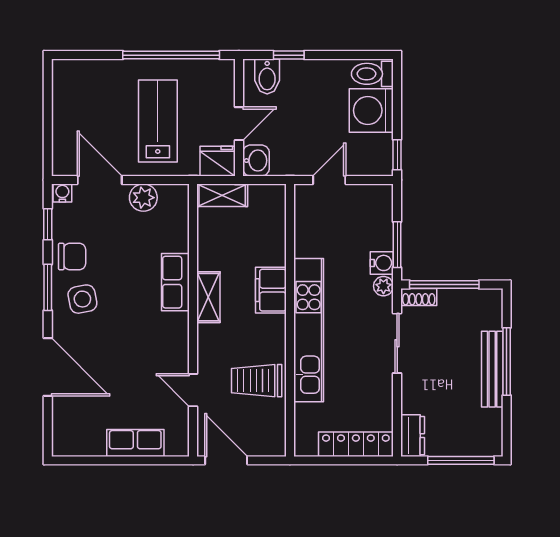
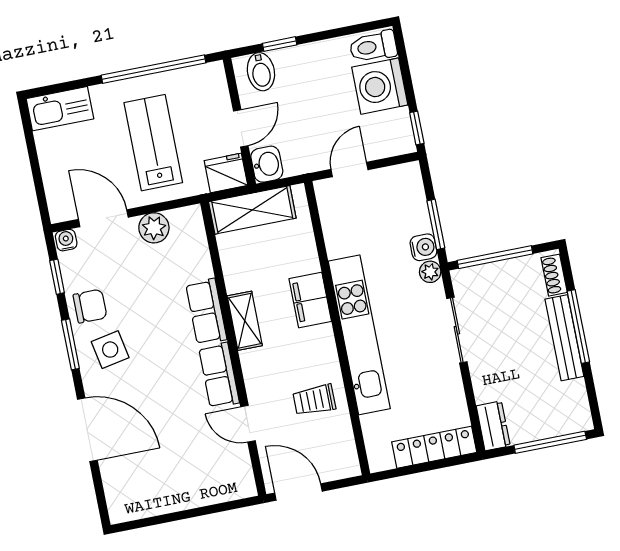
kitchen sink: (80, 74) -> (60, 109), added
shelving: (222, 195) -> (252, 210), width x1.50, depth x1.33
shoe rack: (419, 297) -> (554, 275), moved, turned 90
trolley: (257, 381) -> (314, 400), width x0.73, depth x0.72
row of seats: (135, 443) -> (219, 375), moved, turned -90

